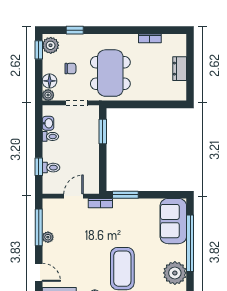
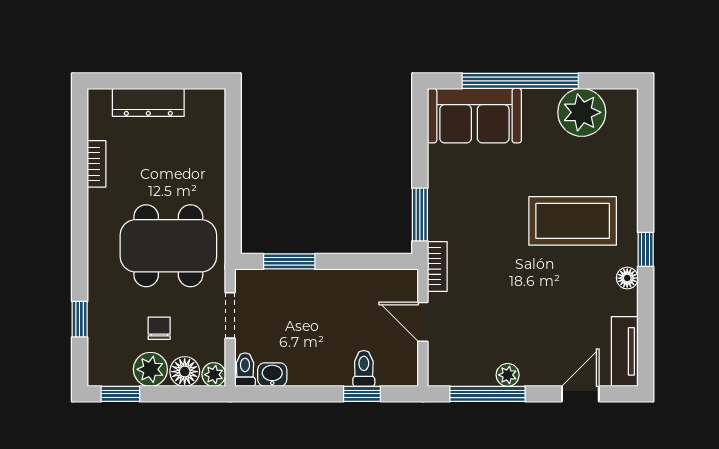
plant: (51, 45) -> (150, 369), moved
dresser: (180, 69) -> (148, 102), width x1.44
toilet: (50, 136) -> (245, 370), moved

